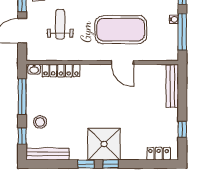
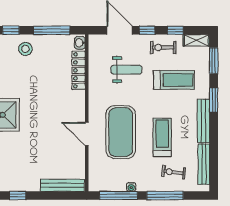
door: (122, 63) -> (87, 134), hinge flipped

